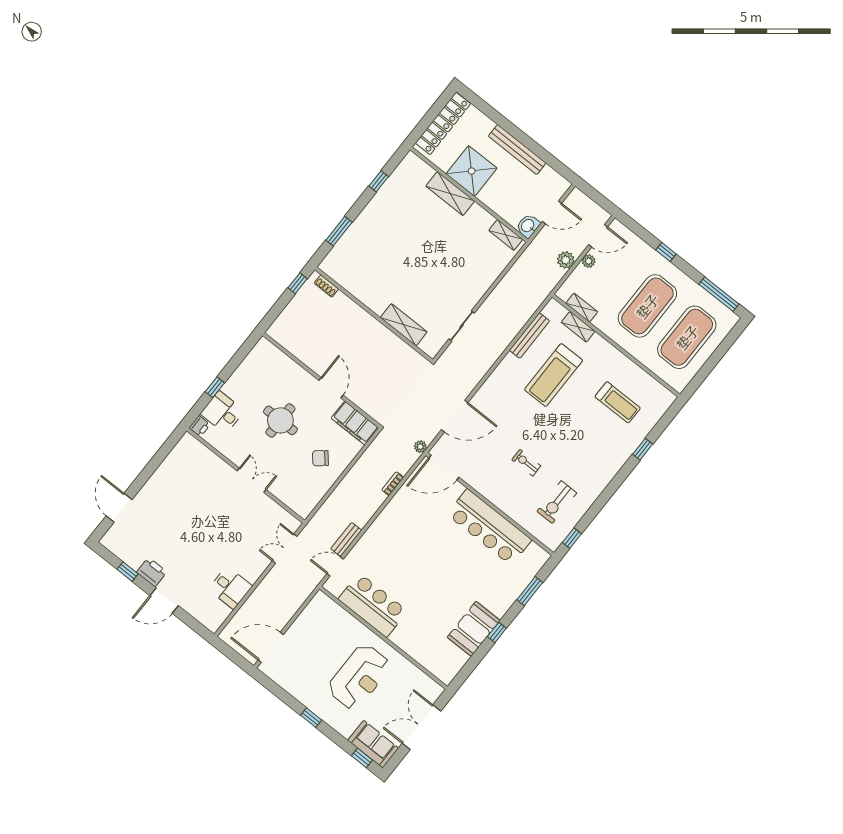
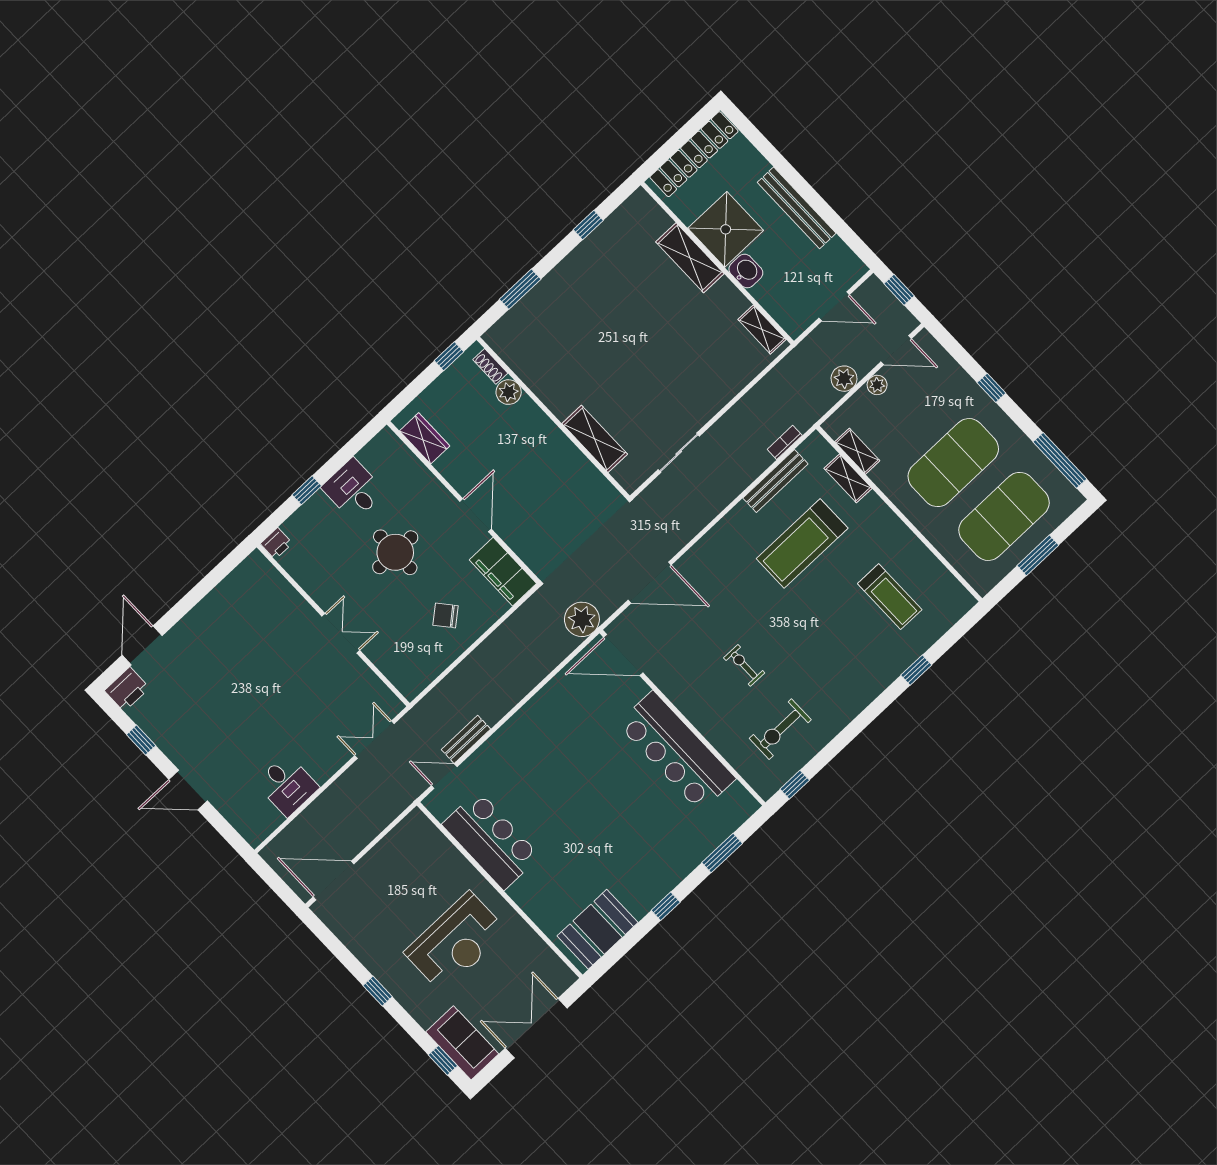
window: (594, 195) -> (899, 290), added
washbasin: (528, 226) -> (746, 271), moved, turned 90
plant: (341, 302) -> (509, 392), added
wardrobe: (289, 341) -> (425, 438), added
window: (713, 360) -> (1038, 555), added
desk: (222, 412) -> (353, 490), moved
plant: (420, 447) -> (582, 619), width x1.87, depth x1.87
bookcase: (393, 484) -> (785, 442), moved
printer: (152, 572) -> (127, 689), moved, turned 90
booth: (474, 629) -> (598, 929), moved

